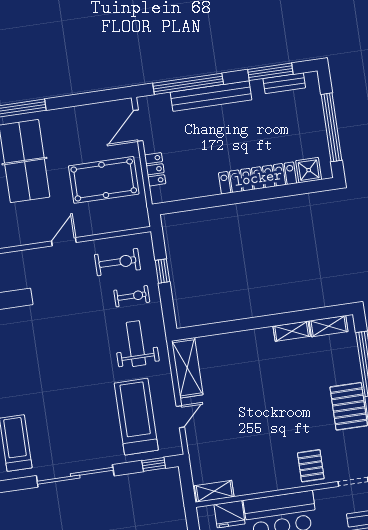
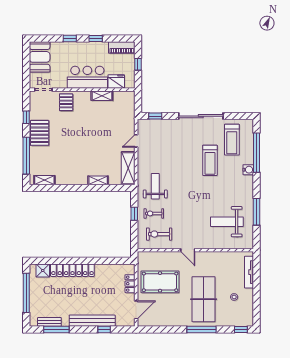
window: (188, 84) -> (104, 330), width x0.32
door: (64, 242) -> (188, 250), hinge flipped
window: (162, 271) -> (134, 214), moved
shelving: (292, 331) -> (98, 180), moved
weight bench: (136, 344) -> (155, 186), turned 180
treadmill: (136, 417) -> (210, 160), moved, width x0.73, depth x0.73
shelving: (214, 491) -> (102, 96), moved

